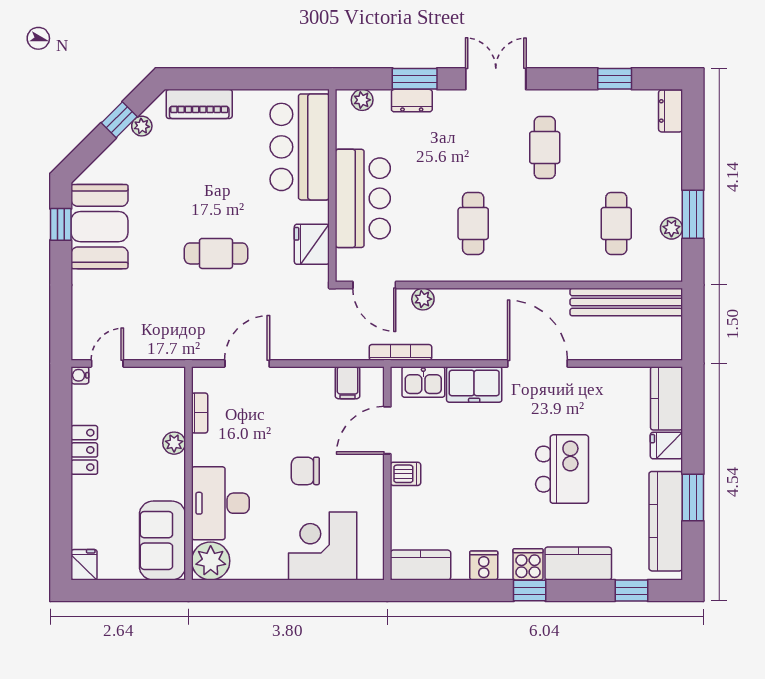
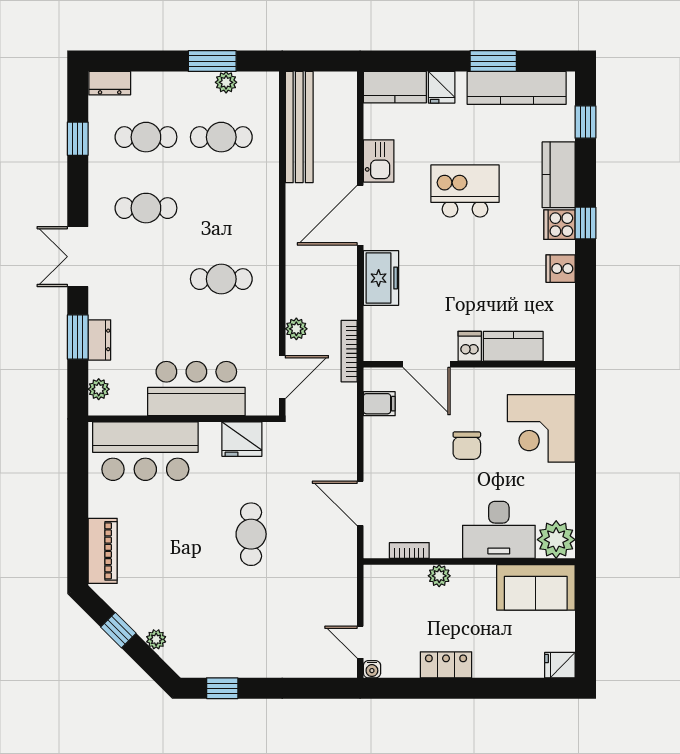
plant: (142, 126) -> (156, 639), moved
cafe table: (616, 148) -> (146, 137), added
booth: (100, 227) -> (224, 650), removed
kitchen sink: (423, 382) -> (379, 161), moved
kitchen counter: (420, 565) -> (513, 346), moved, turned 90

